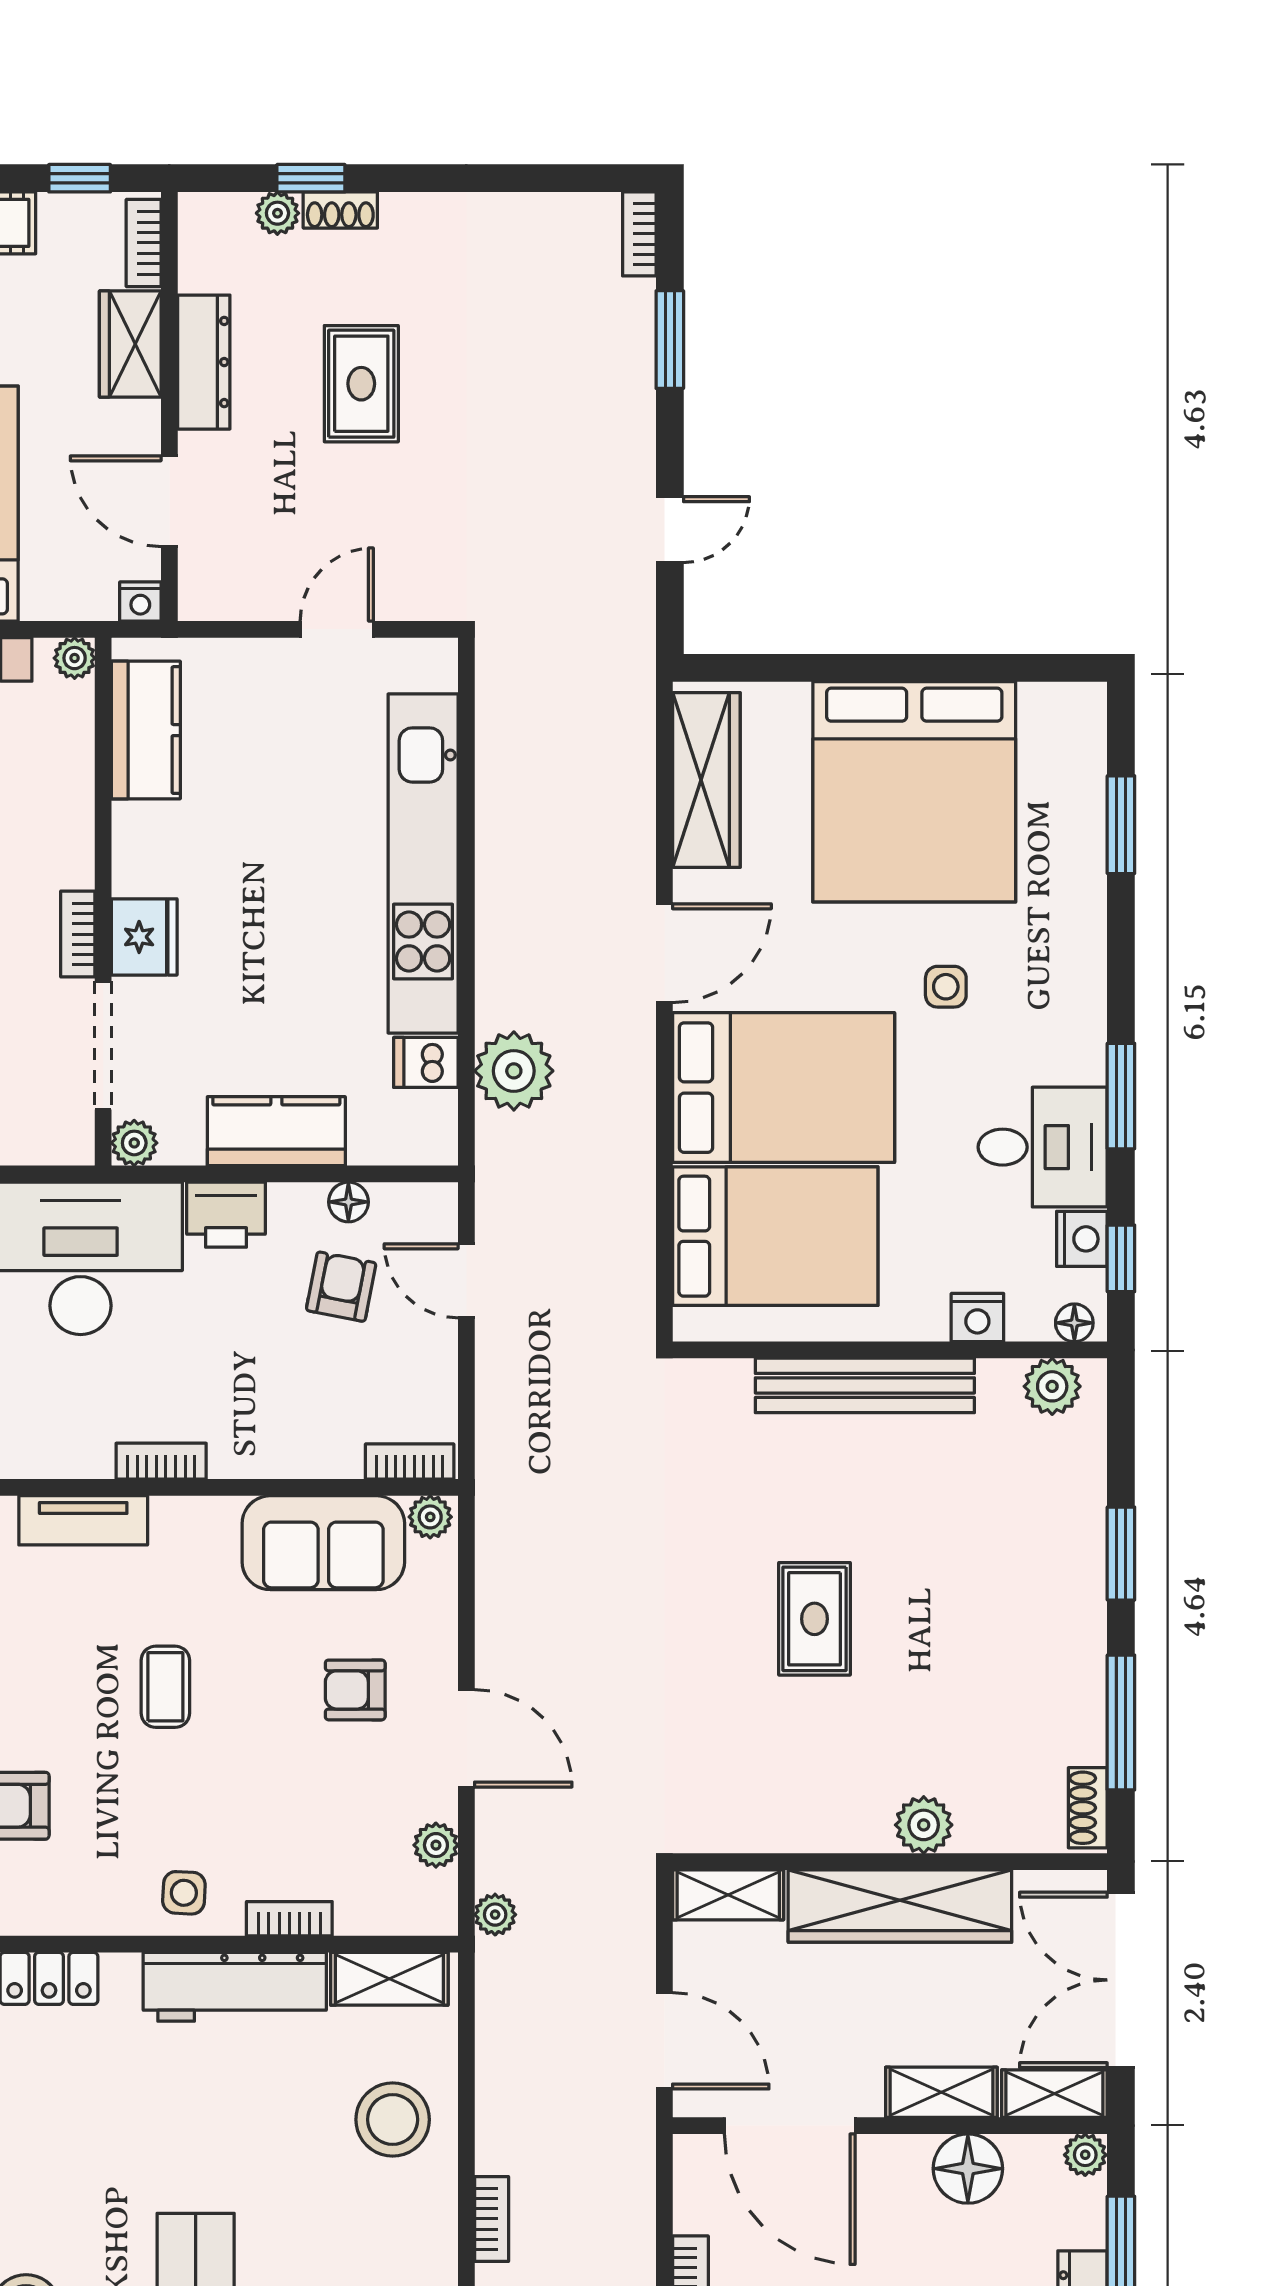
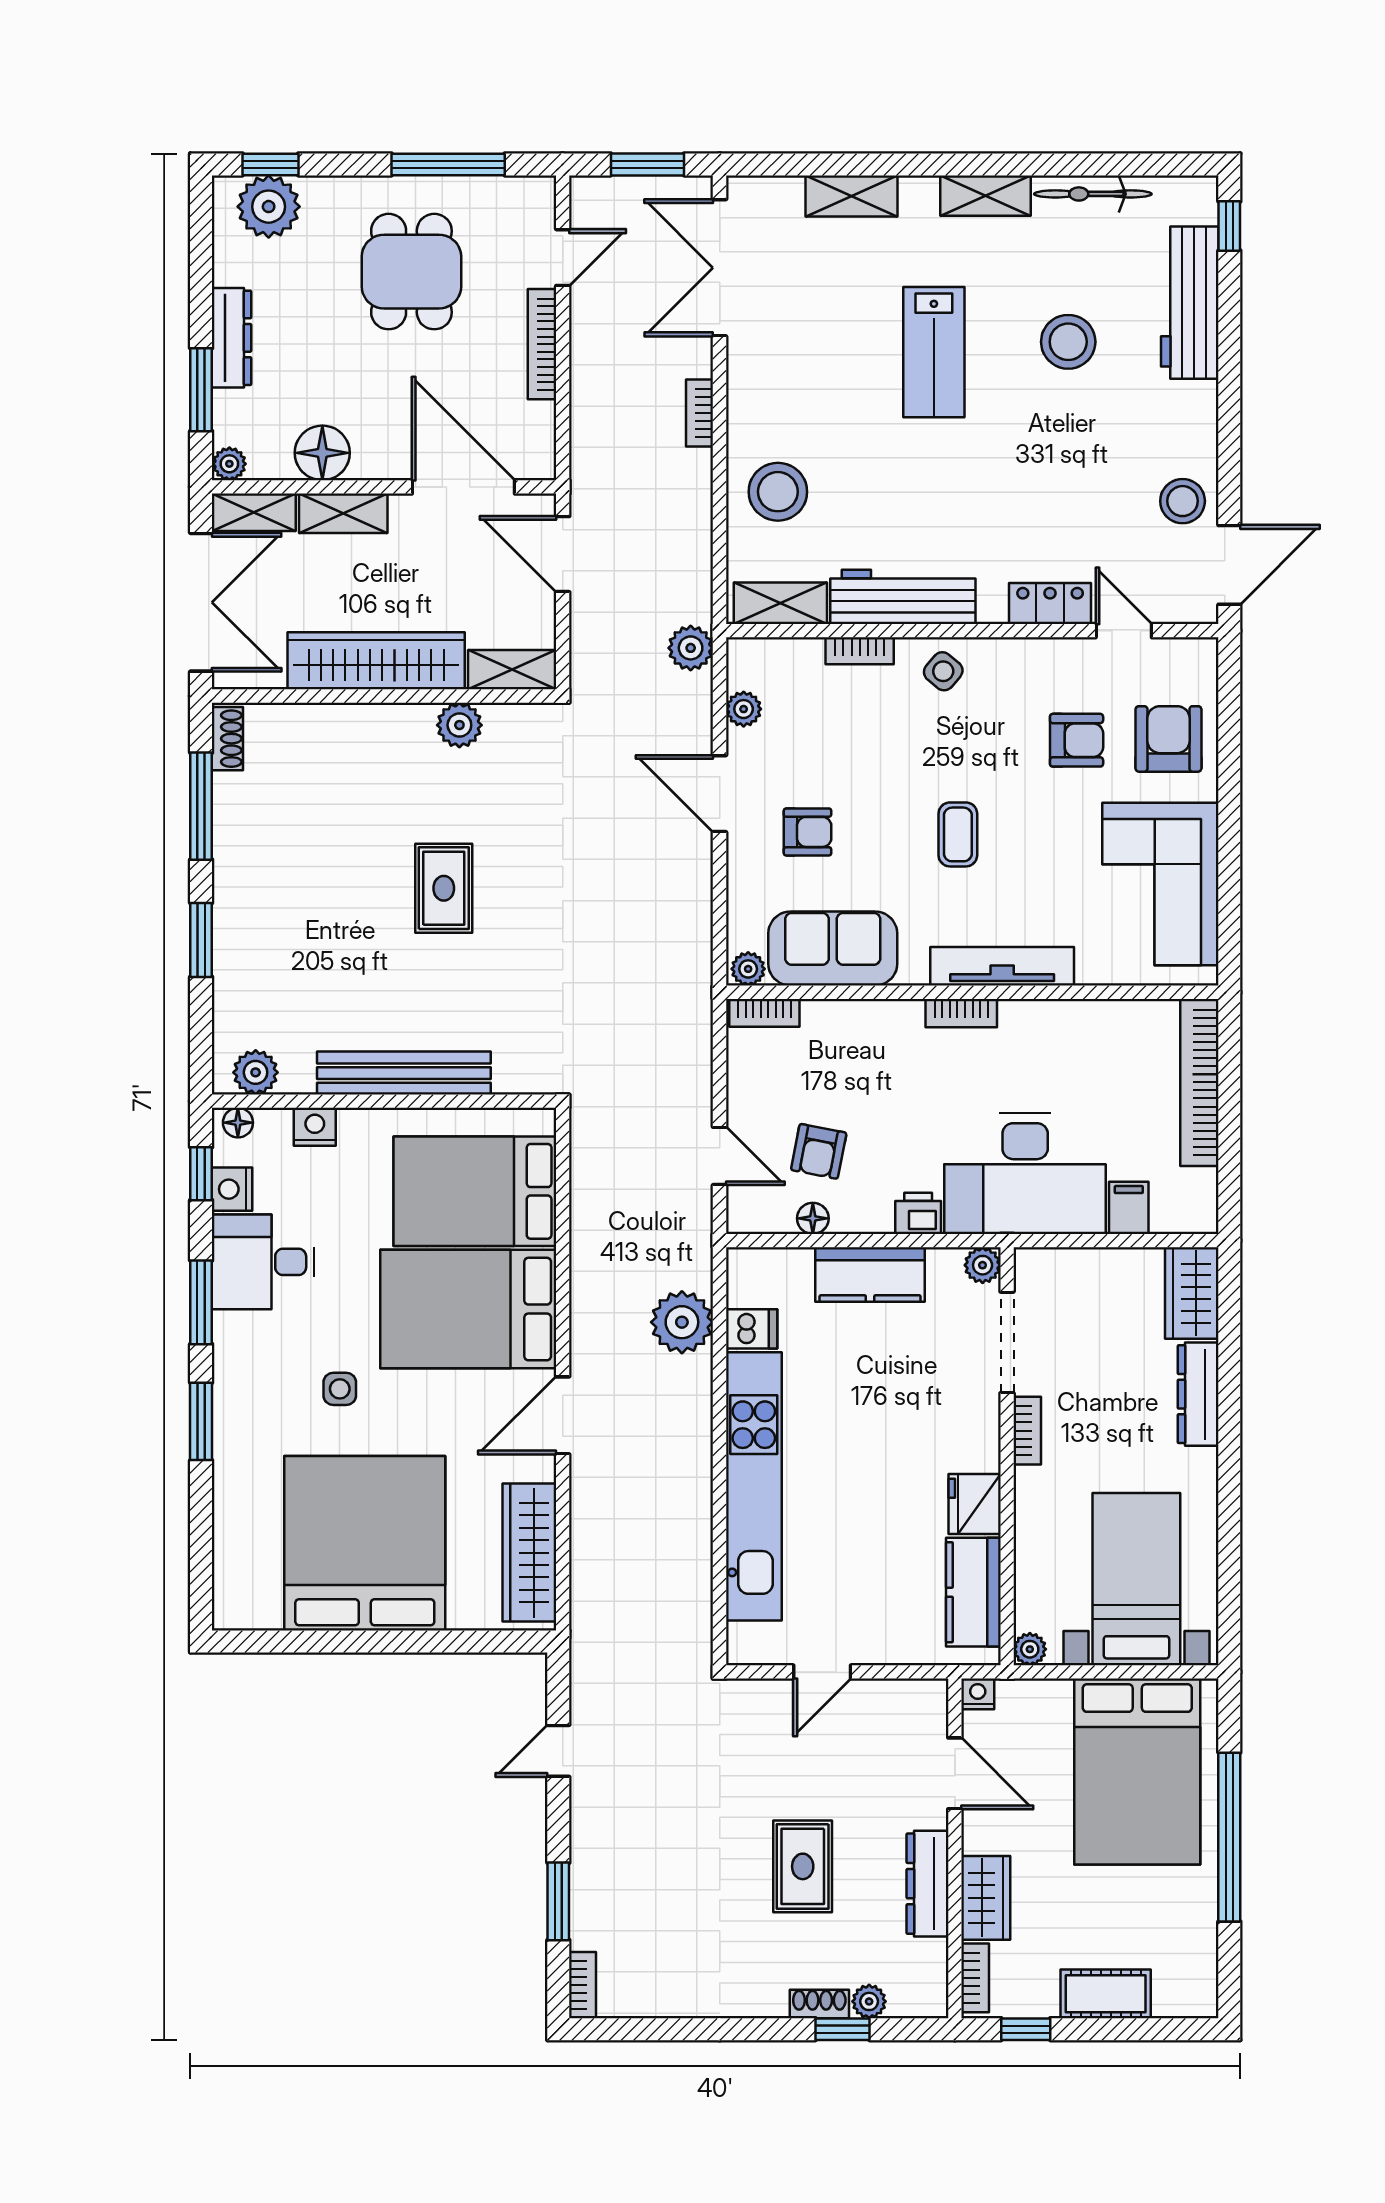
window: (1121, 825) -> (201, 1421), moved
fridge: (144, 937) -> (975, 1504), moved
printer: (226, 1215) -> (918, 1213), width x0.73, depth x0.81
tv unit: (83, 1520) -> (1002, 966), width x1.41
plant: (924, 1825) -> (459, 725), moved
side table: (184, 1893) -> (943, 671), turned 37
plant: (495, 1915) -> (691, 648), width x1.38, depth x1.38

